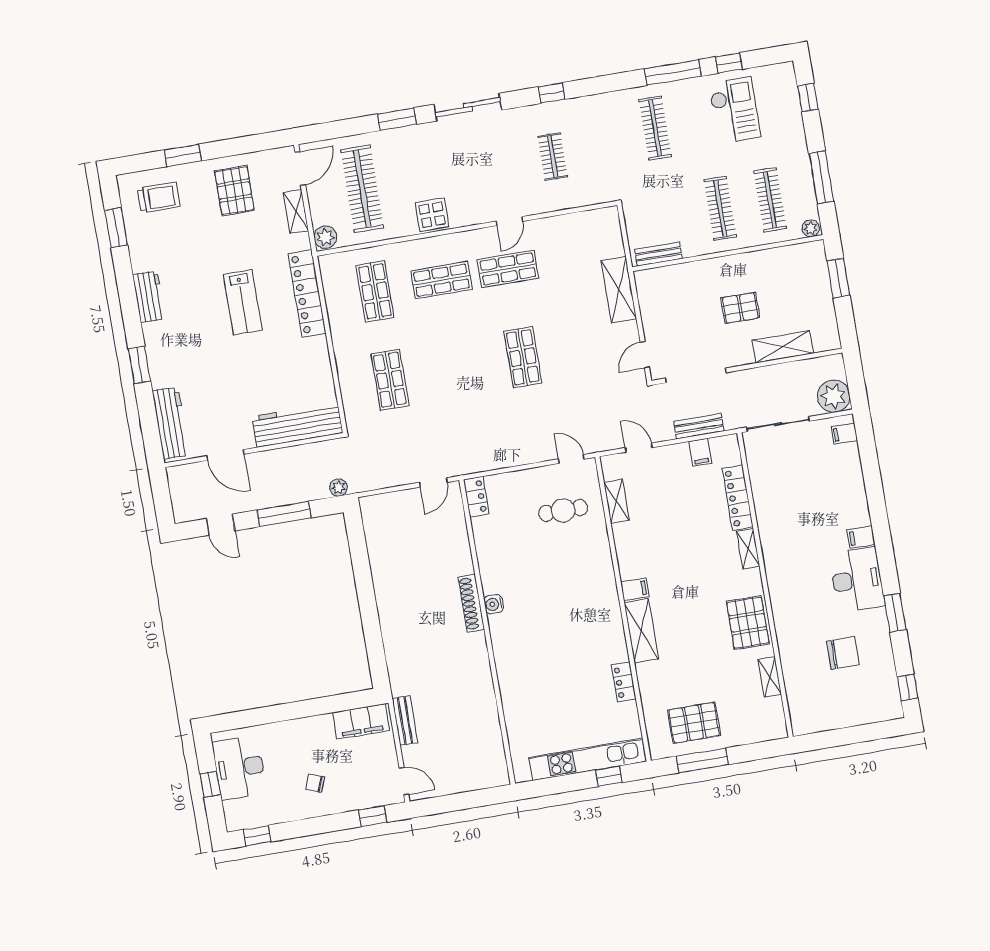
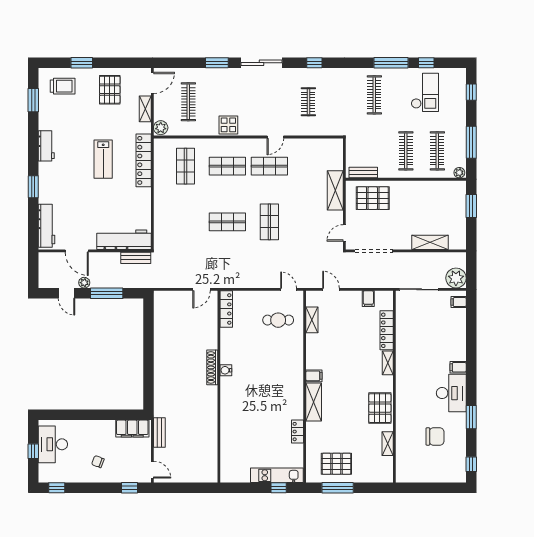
clothes rail: (362, 189) -> (188, 102), width x0.73, depth x0.76
pallet: (740, 308) -> (373, 198), moved, width x1.50, depth x1.42
shop shelf: (390, 380) -> (227, 222), moved, turned 90
bench: (699, 426) -> (136, 258), moved
plant: (338, 488) -> (84, 283), moved
locker: (476, 497) -> (226, 309), width x1.53
kitchen unit: (588, 759) -> (277, 475), width x0.73

